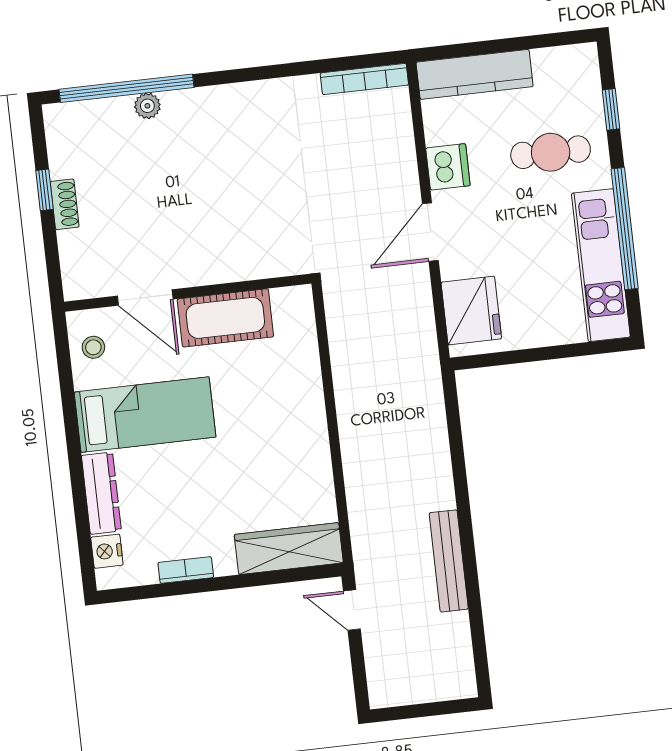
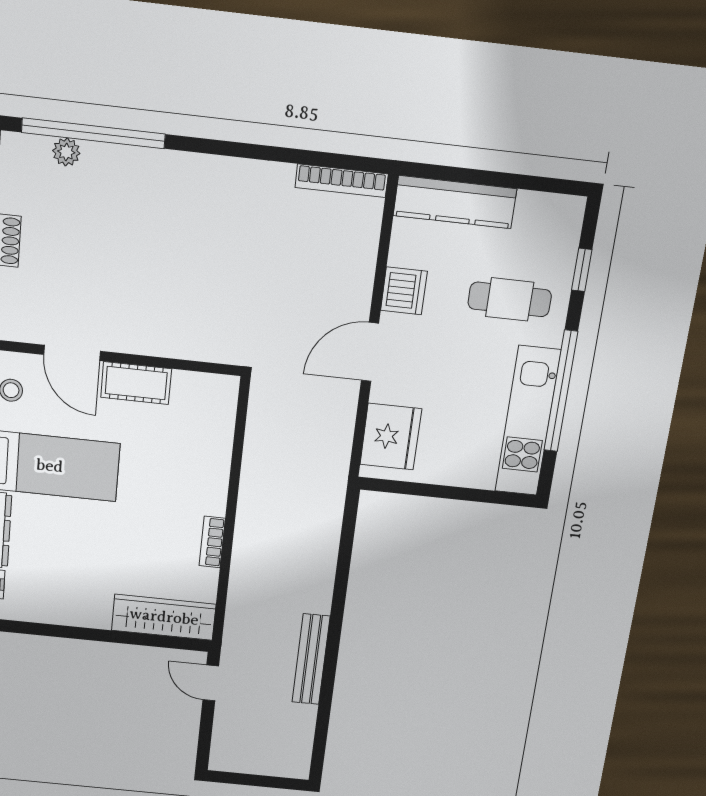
plant: (147, 106) -> (66, 152), moved
cot: (225, 318) -> (136, 383), width x0.73, depth x0.75
bookcase: (186, 570) -> (212, 542), moved, turned -90

